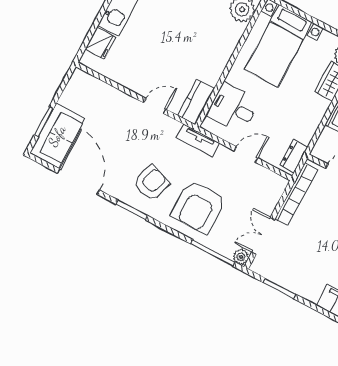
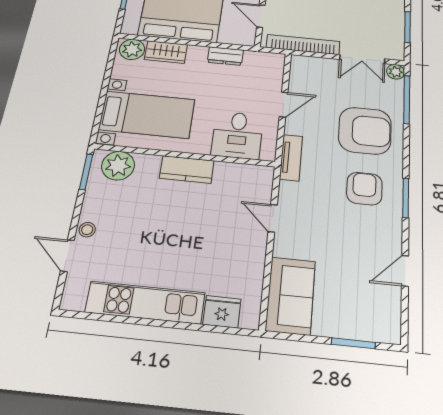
kitchen counter: (196, 102) -> (187, 170), moved
sofa: (57, 136) -> (291, 296), moved, turned 90
door: (246, 154) -> (284, 105), swing flipped
dresser: (294, 156) -> (225, 56), moved
door: (78, 182) -> (405, 271), width x0.53
armchair: (151, 183) -> (364, 189), turned 72

